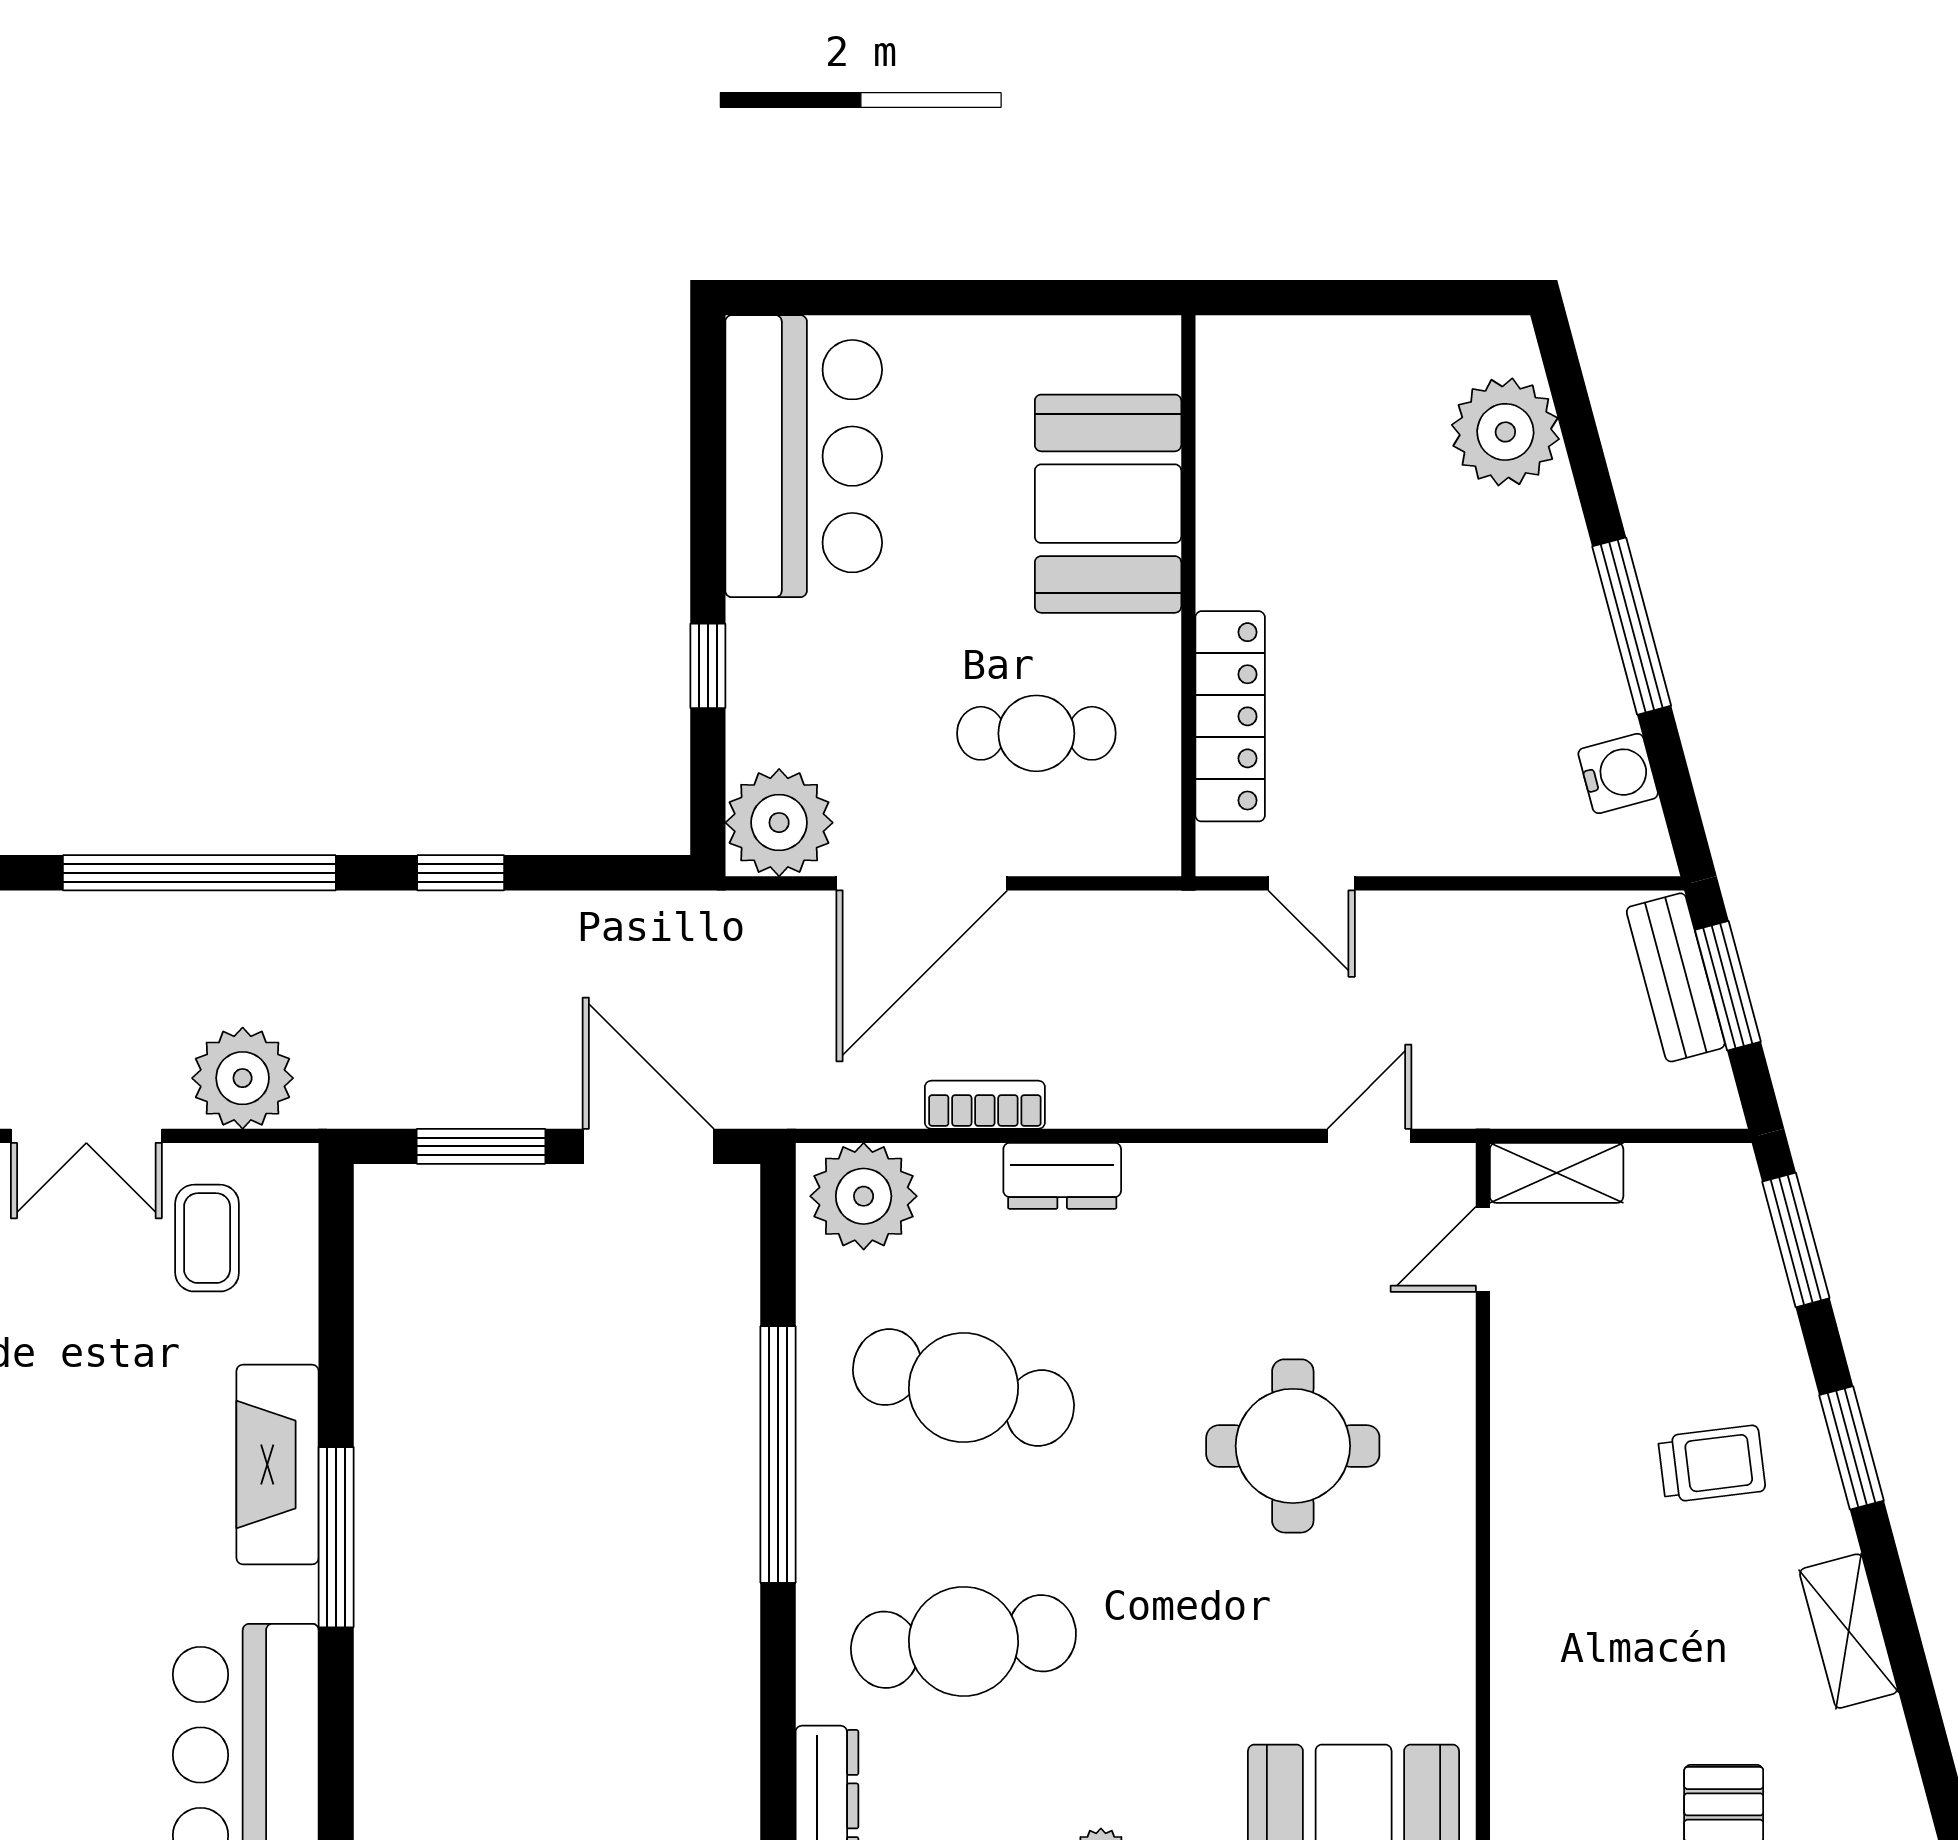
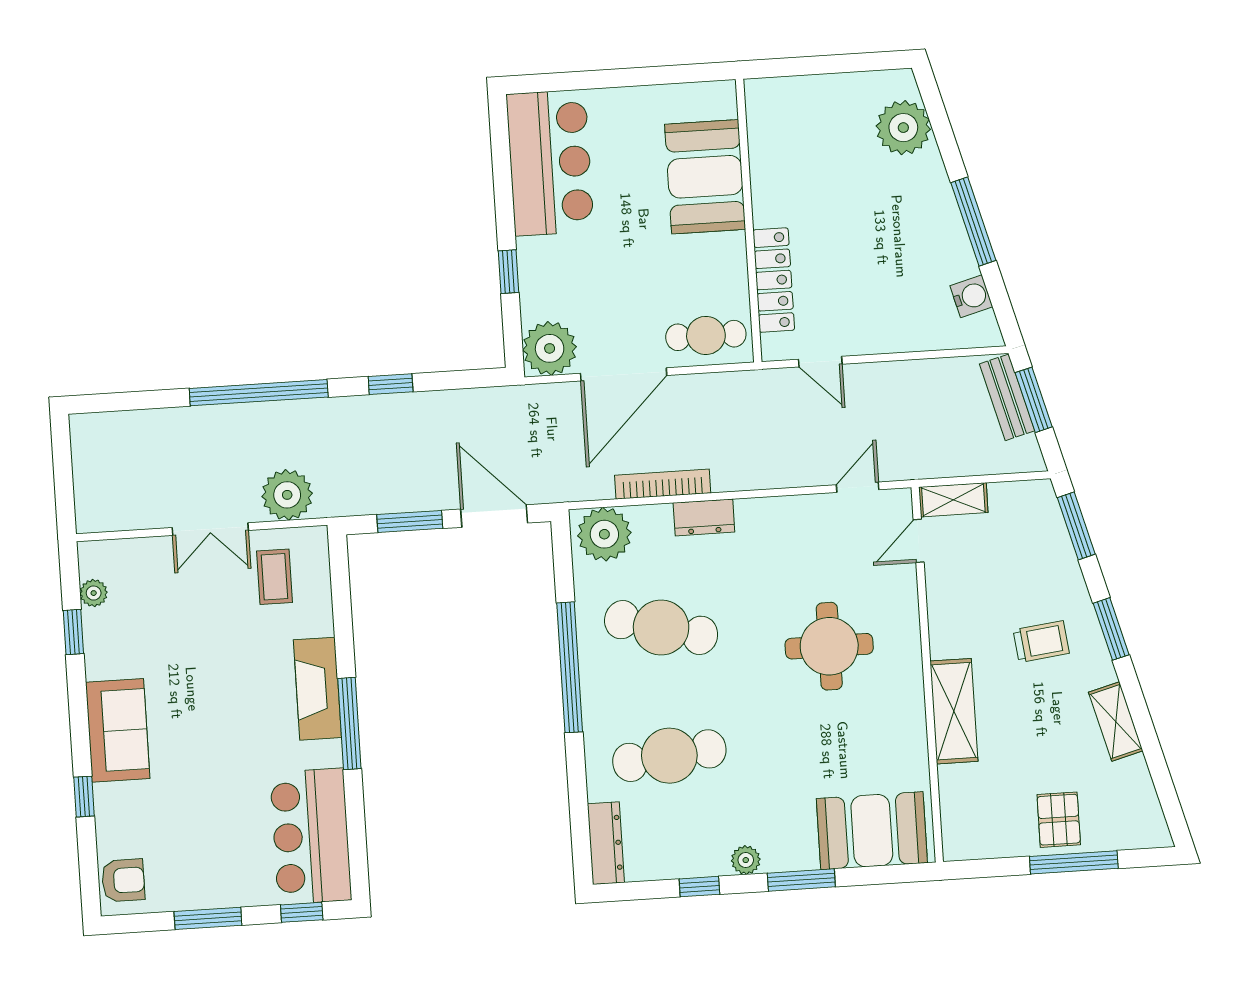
cafe table: (1036, 733) -> (706, 335), moved
bookcase: (985, 1105) -> (663, 484), width x1.56
shelving: (1531, 1590) -> (954, 711), added

